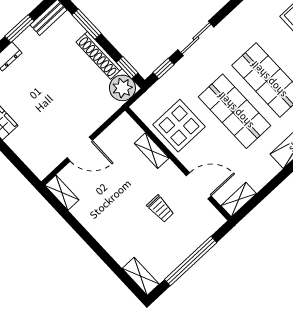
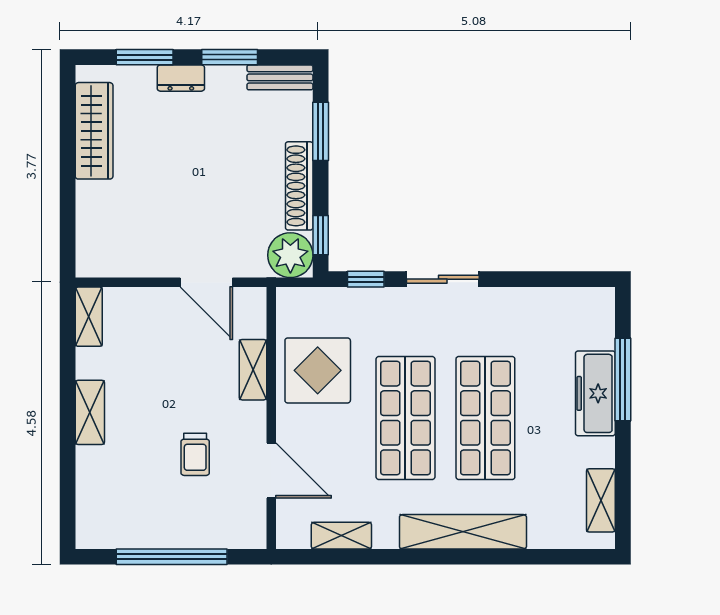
door: (80, 149) -> (206, 282), moved
shelving: (239, 200) -> (341, 536), moved
shelving: (141, 276) -> (90, 412), moved

